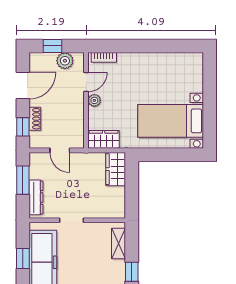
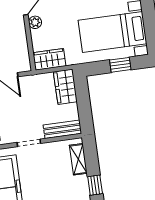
window: (174, 155) -> (120, 65), added
bench: (107, 211) -> (62, 129), added

